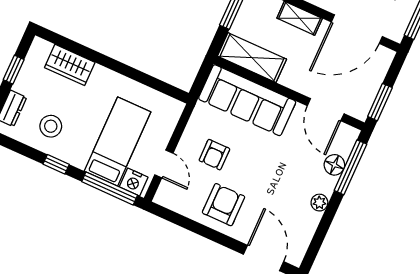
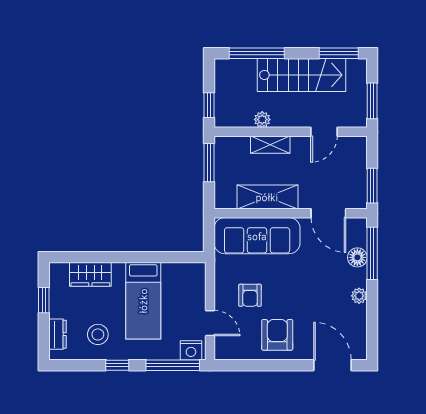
door: (357, 29) -> (324, 132), width x0.53
shelving: (252, 58) -> (267, 197), moved
bed: (118, 141) -> (143, 301), moved, turned 180

